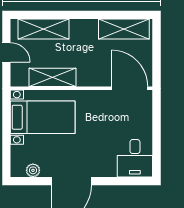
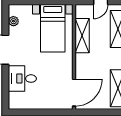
desk: (135, 158) -> (22, 79), moved

